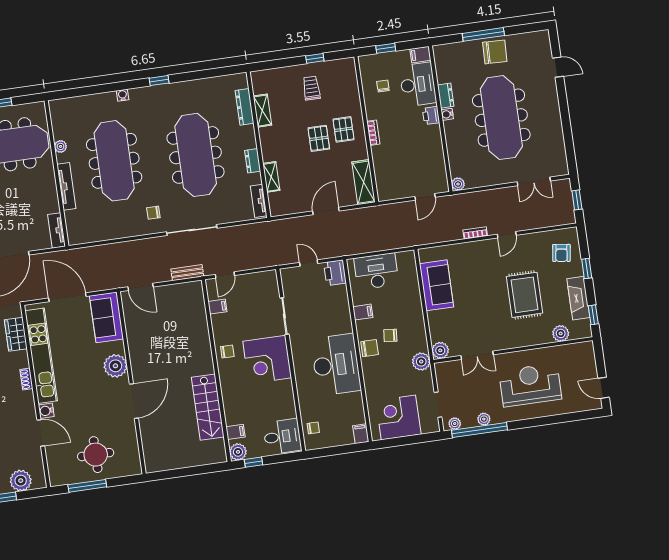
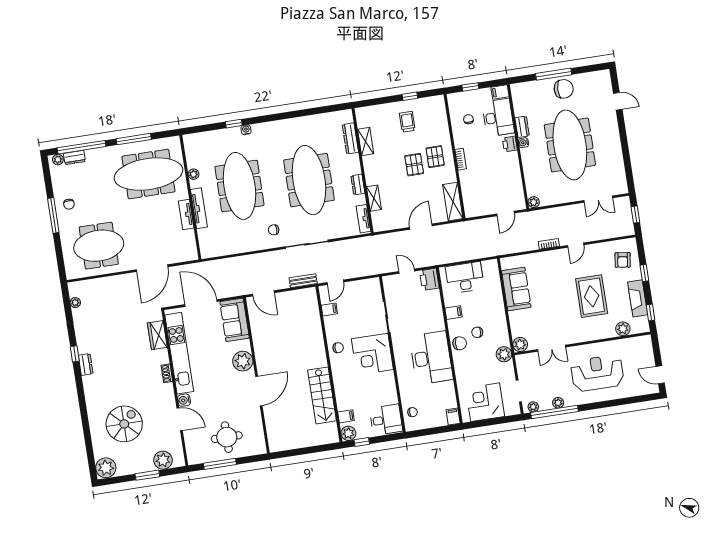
window: (159, 81) -> (234, 124), moved
tv unit: (57, 230) -> (186, 214), moved

